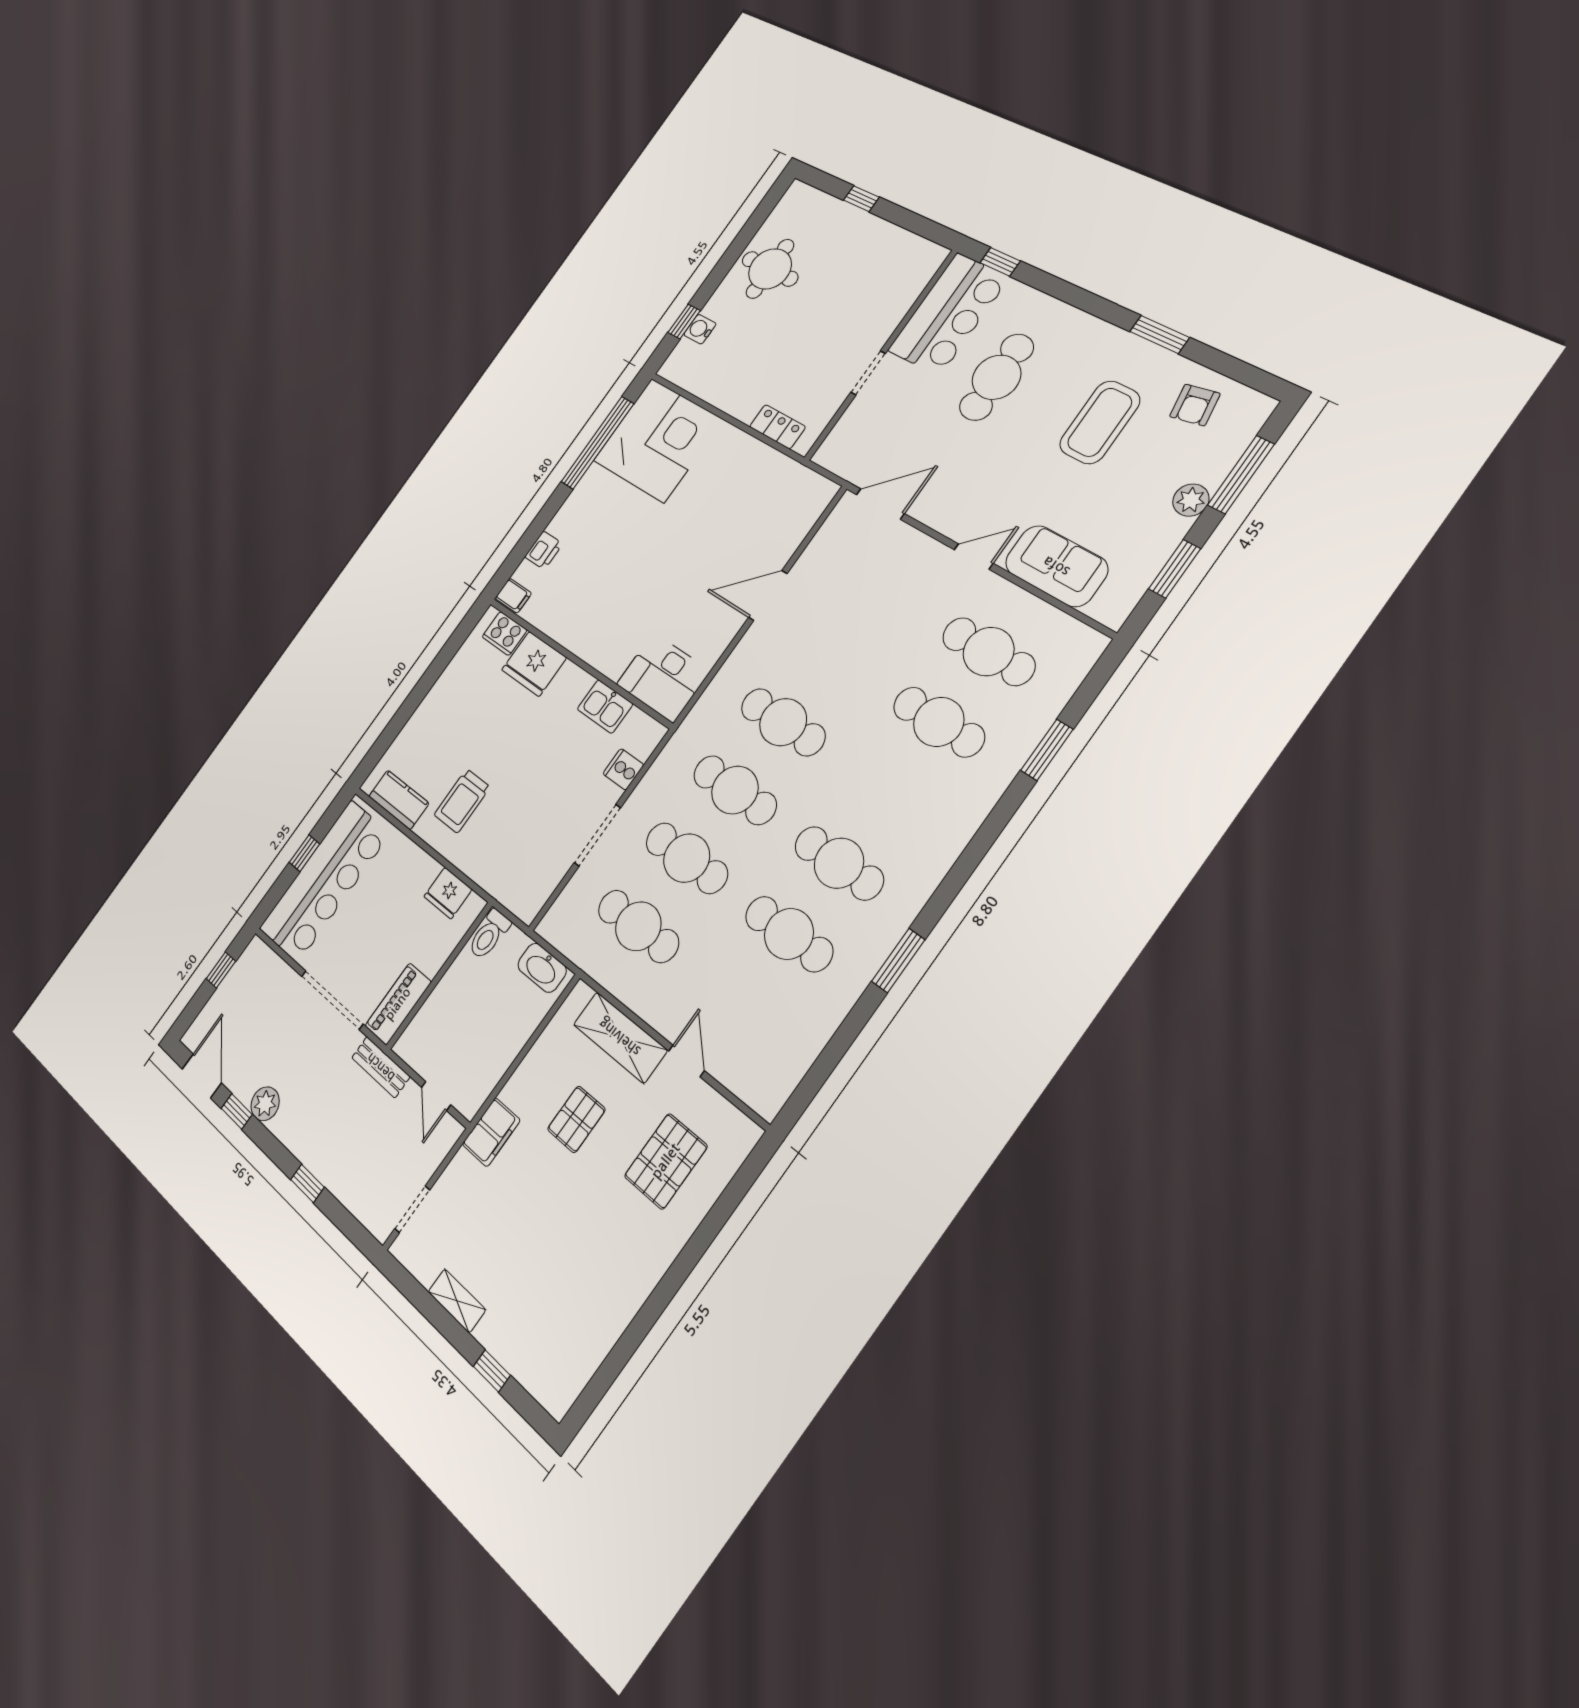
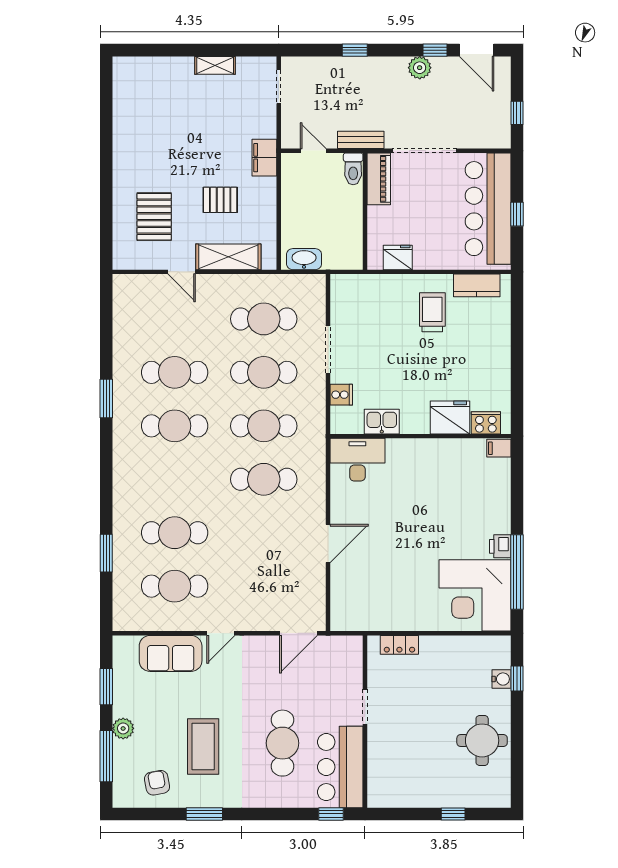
printer: (544, 550) -> (500, 546), moved
toilet: (489, 934) -> (353, 169), moved, turned 180
pallet: (576, 1119) -> (220, 200), turned 90
window: (492, 1371) -> (168, 50), removed

